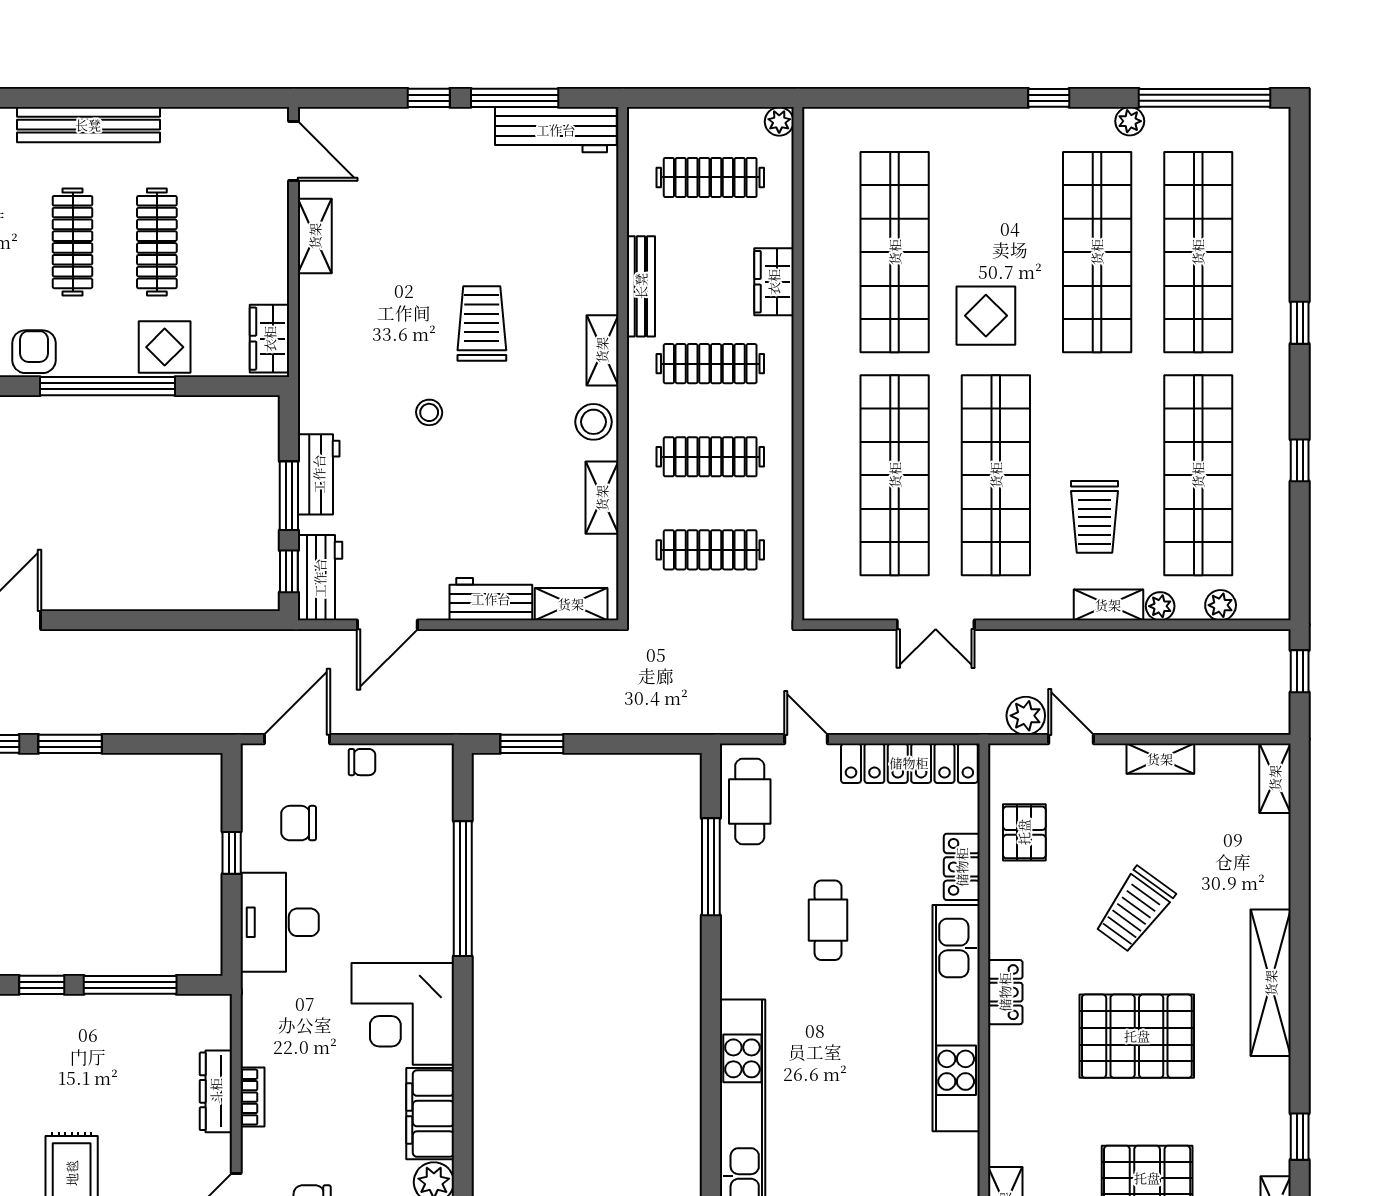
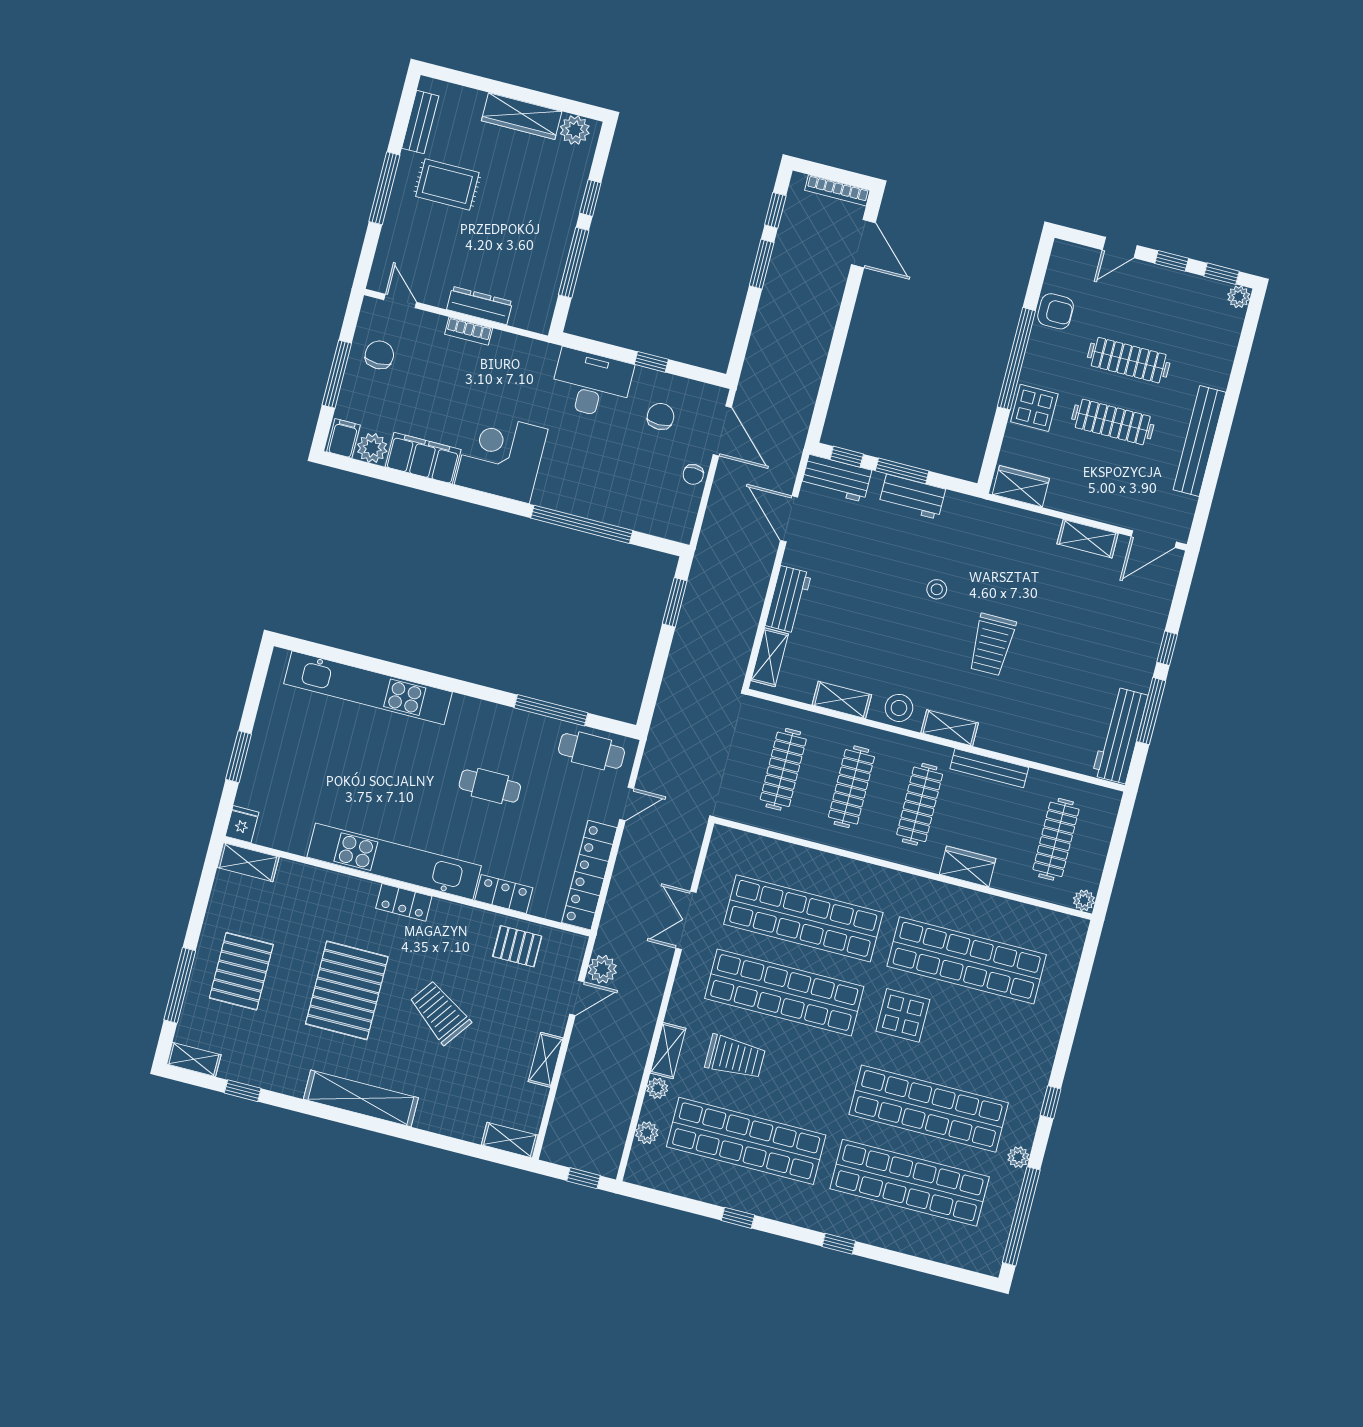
bench: (88, 125) -> (1200, 441), moved
trolley: (482, 324) -> (992, 645), turned 90
trolley: (1095, 517) -> (735, 1057), turned 180

